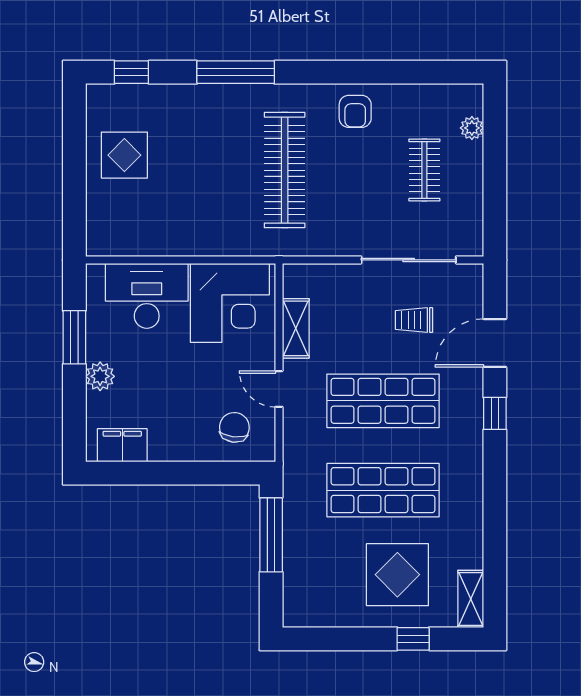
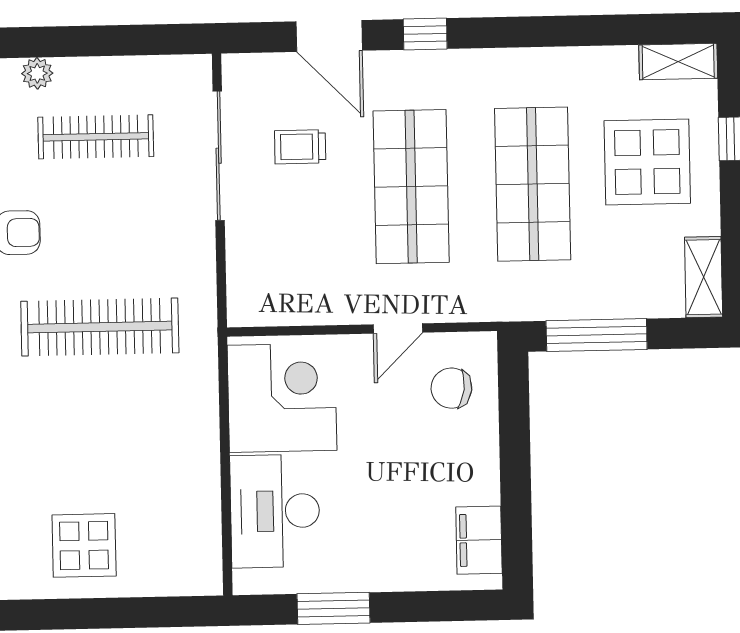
clothes rail: (424, 170) -> (96, 137), width x1.36
trolley: (414, 320) -> (300, 147), turned 90
shelving: (296, 328) -> (704, 277), moved, turned 90
plant: (100, 376) -> (386, 572), removed

